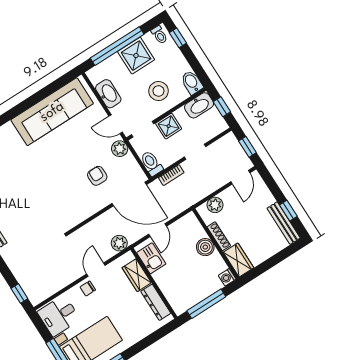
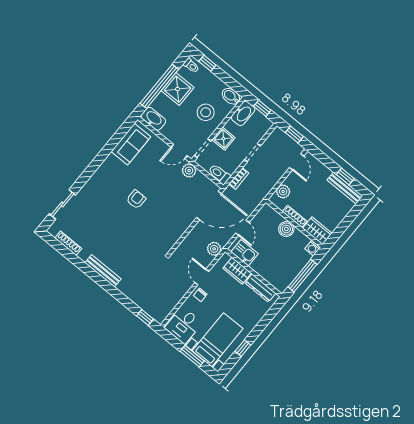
washbasin: (108, 94) -> (153, 119), moved
sofa: (52, 112) -> (131, 144), width x0.54, depth x0.79
armchair: (97, 176) -> (136, 199), moved, turned 90

